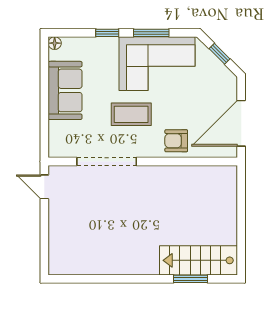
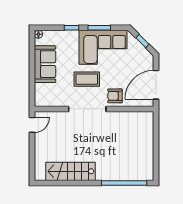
doorway: (107, 162) -> (87, 109), moved
door: (44, 187) -> (32, 125), swing flipped
stairs: (199, 260) -> (70, 171), moved
window: (190, 279) -> (124, 183), width x2.11

